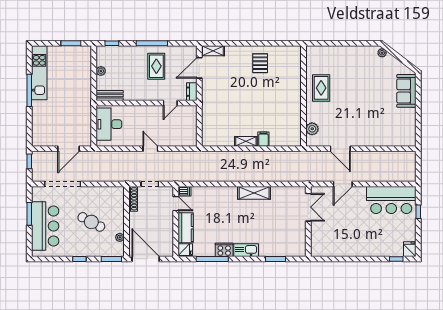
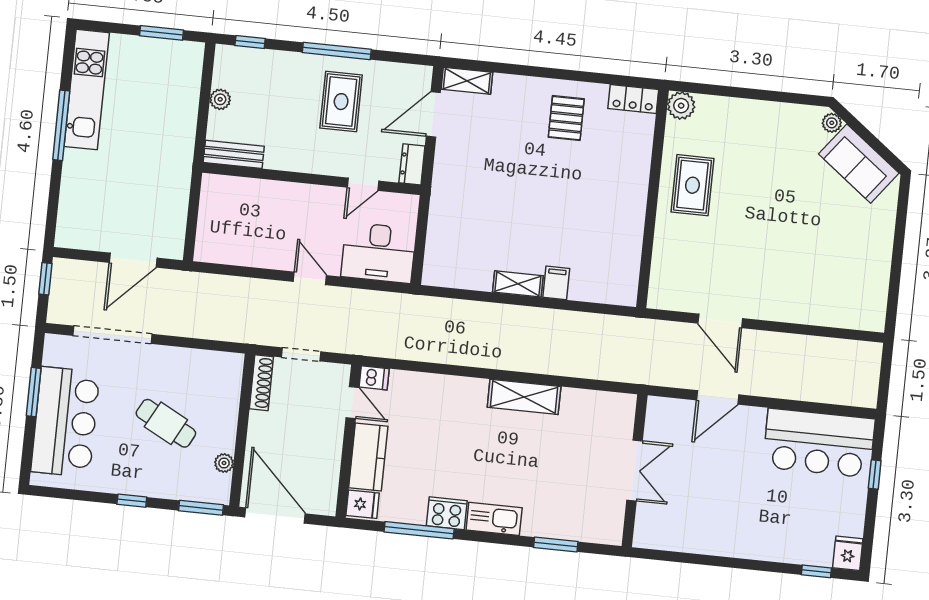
locker: (290, 51) -> (633, 99), added
sofa: (406, 91) -> (859, 164), moved, turned -53
desk: (109, 124) -> (379, 253), moved, turned -90
plant: (312, 129) -> (681, 106), moved
double door: (308, 207) -> (635, 471), moved

